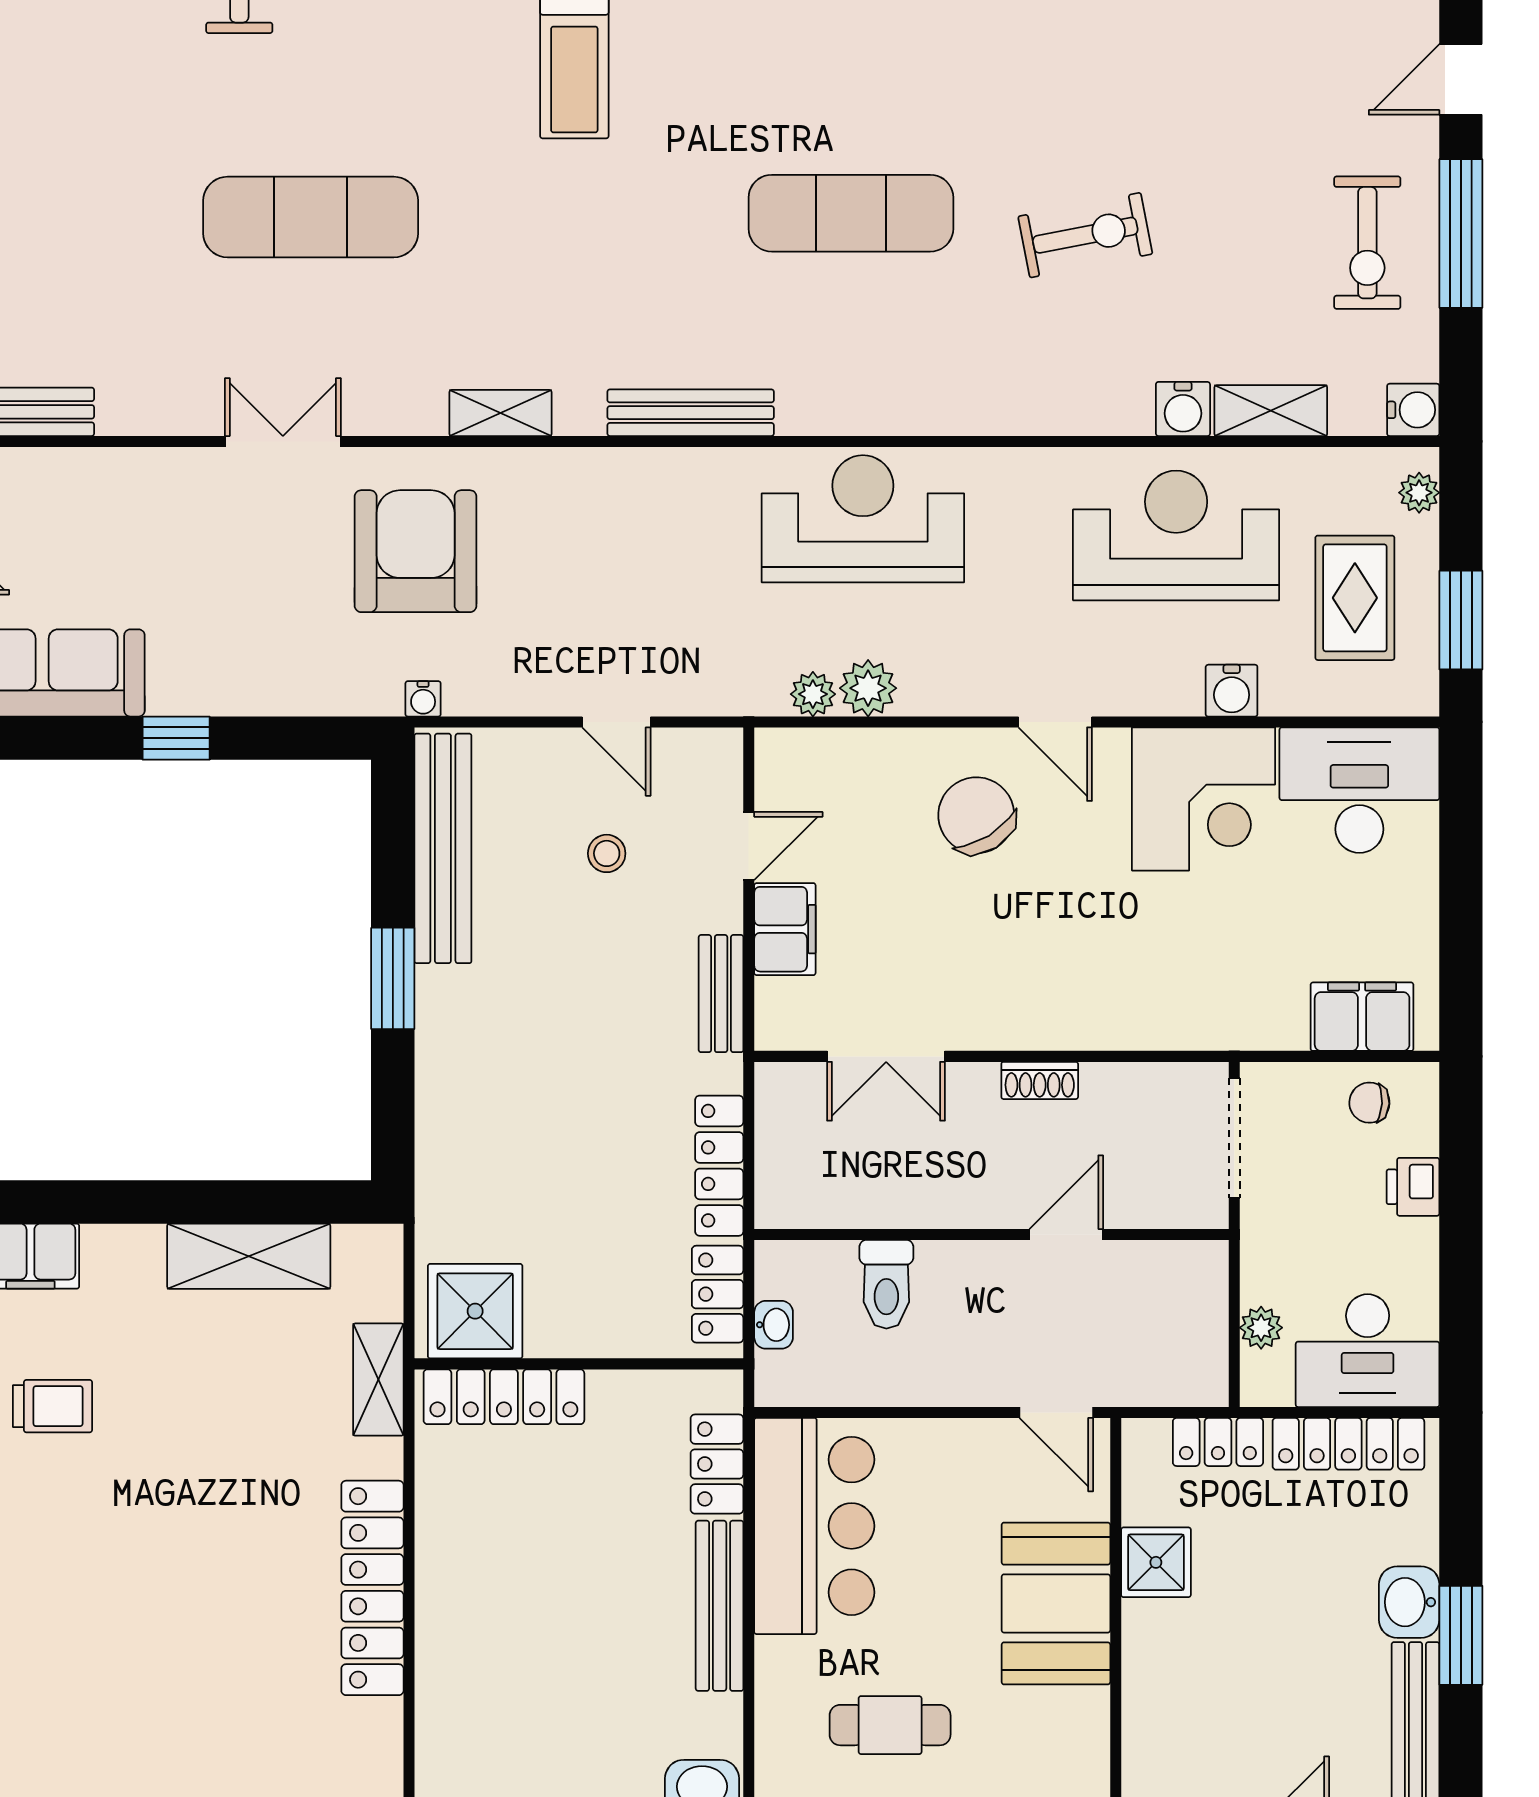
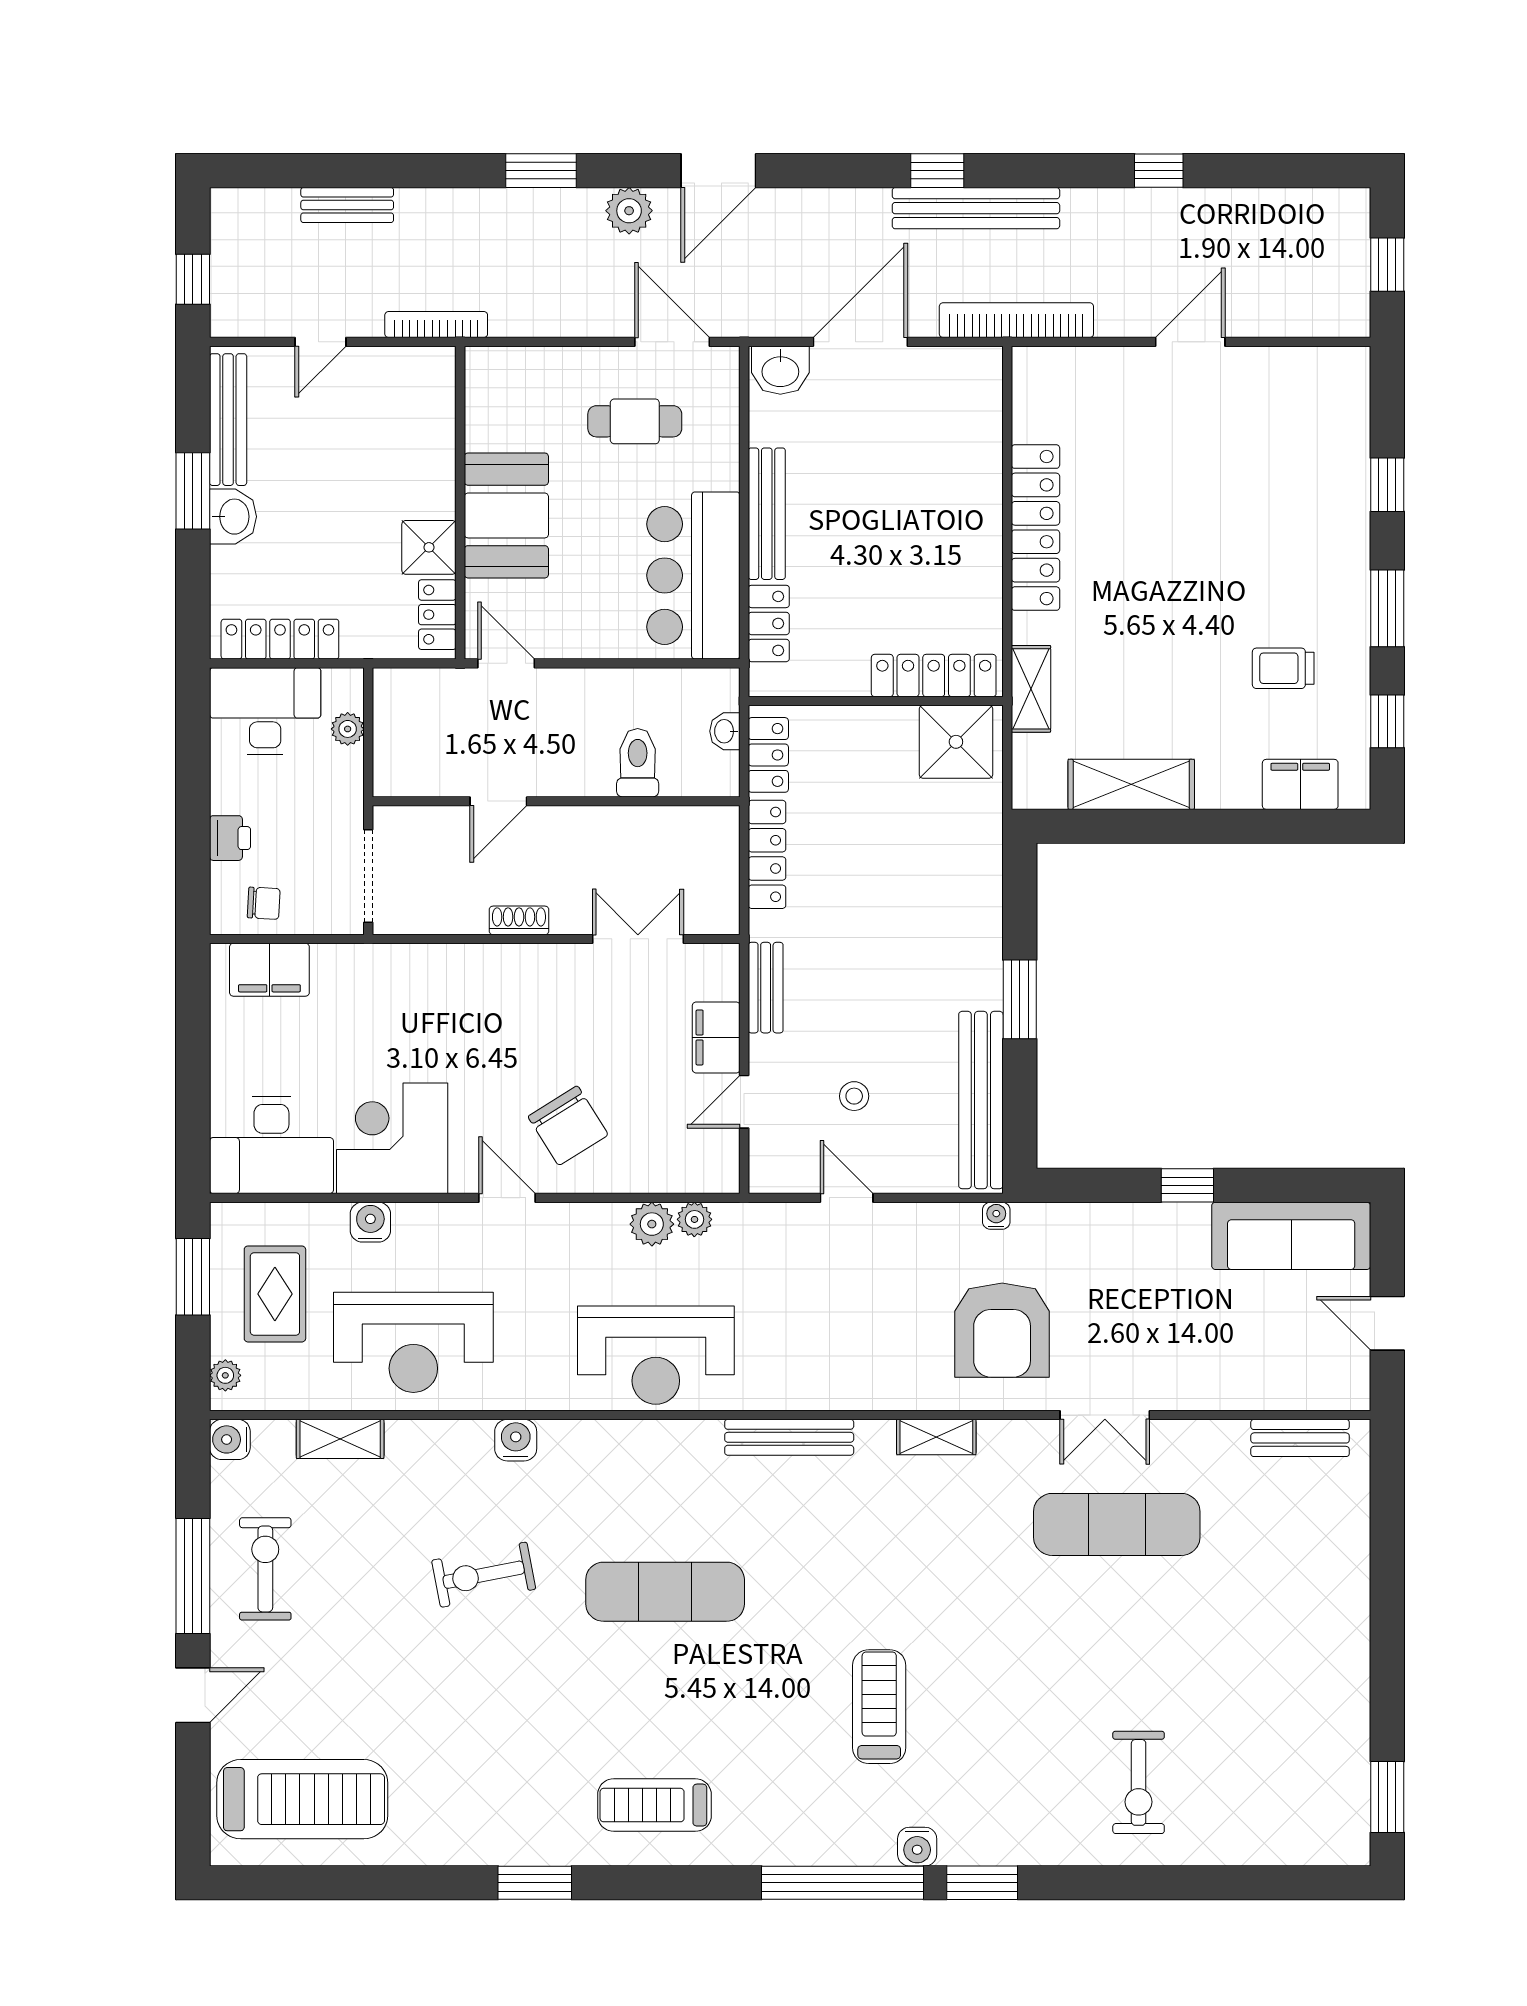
exercise mat: (311, 217) -> (1117, 1524), moved
water cooler: (1183, 409) -> (516, 1440), moved
locker: (1218, 1442) -> (437, 615), moved, turned -90

